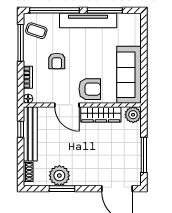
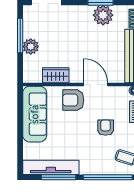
tv unit: (88, 20) -> (51, 167), moved
wardrobe: (101, 114) -> (56, 75), width x0.67
plant: (133, 115) -> (31, 47), moved

